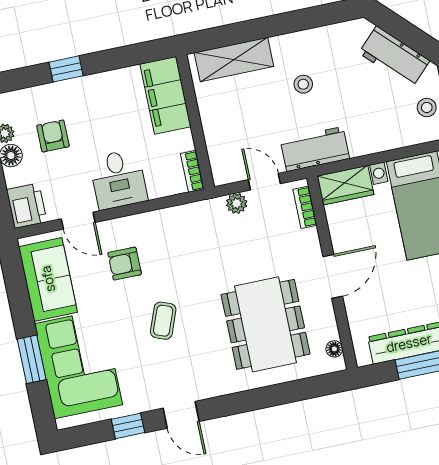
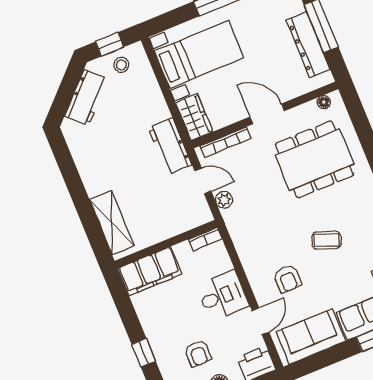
stool: (303, 84) -> (121, 165), removed
armchair: (53, 136) -> (198, 353), turned -90
door: (264, 182) -> (203, 181), swing flipped
bookcase: (305, 207) -> (226, 142), width x1.56

